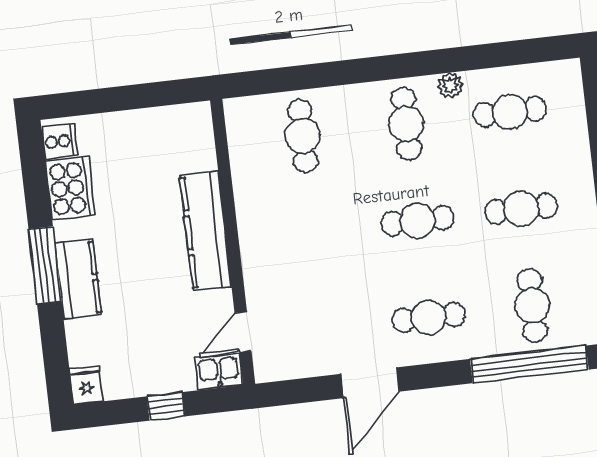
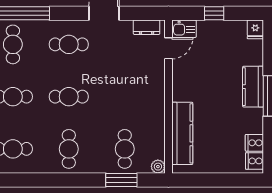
window: (302, 77) -> (121, 180), added
plant: (450, 86) -> (158, 167), moved
cooker: (70, 188) -> (254, 143), width x0.53, depth x0.76
kitchen counter: (206, 231) -> (182, 133), moved
dresser: (288, 366) -> (147, 27), added

